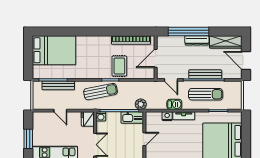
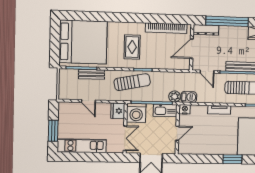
dresser: (197, 40) -> (206, 30), moved
bed: (54, 50) -> (83, 42), width x1.36
rug: (119, 66) -> (132, 47), moved
bench: (58, 85) -> (92, 74), width x0.73
barbecue: (174, 104) -> (189, 97), moved
washing machine: (101, 116) -> (136, 113), width x1.89, depth x1.89
nightstand: (167, 116) -> (185, 109), moved

